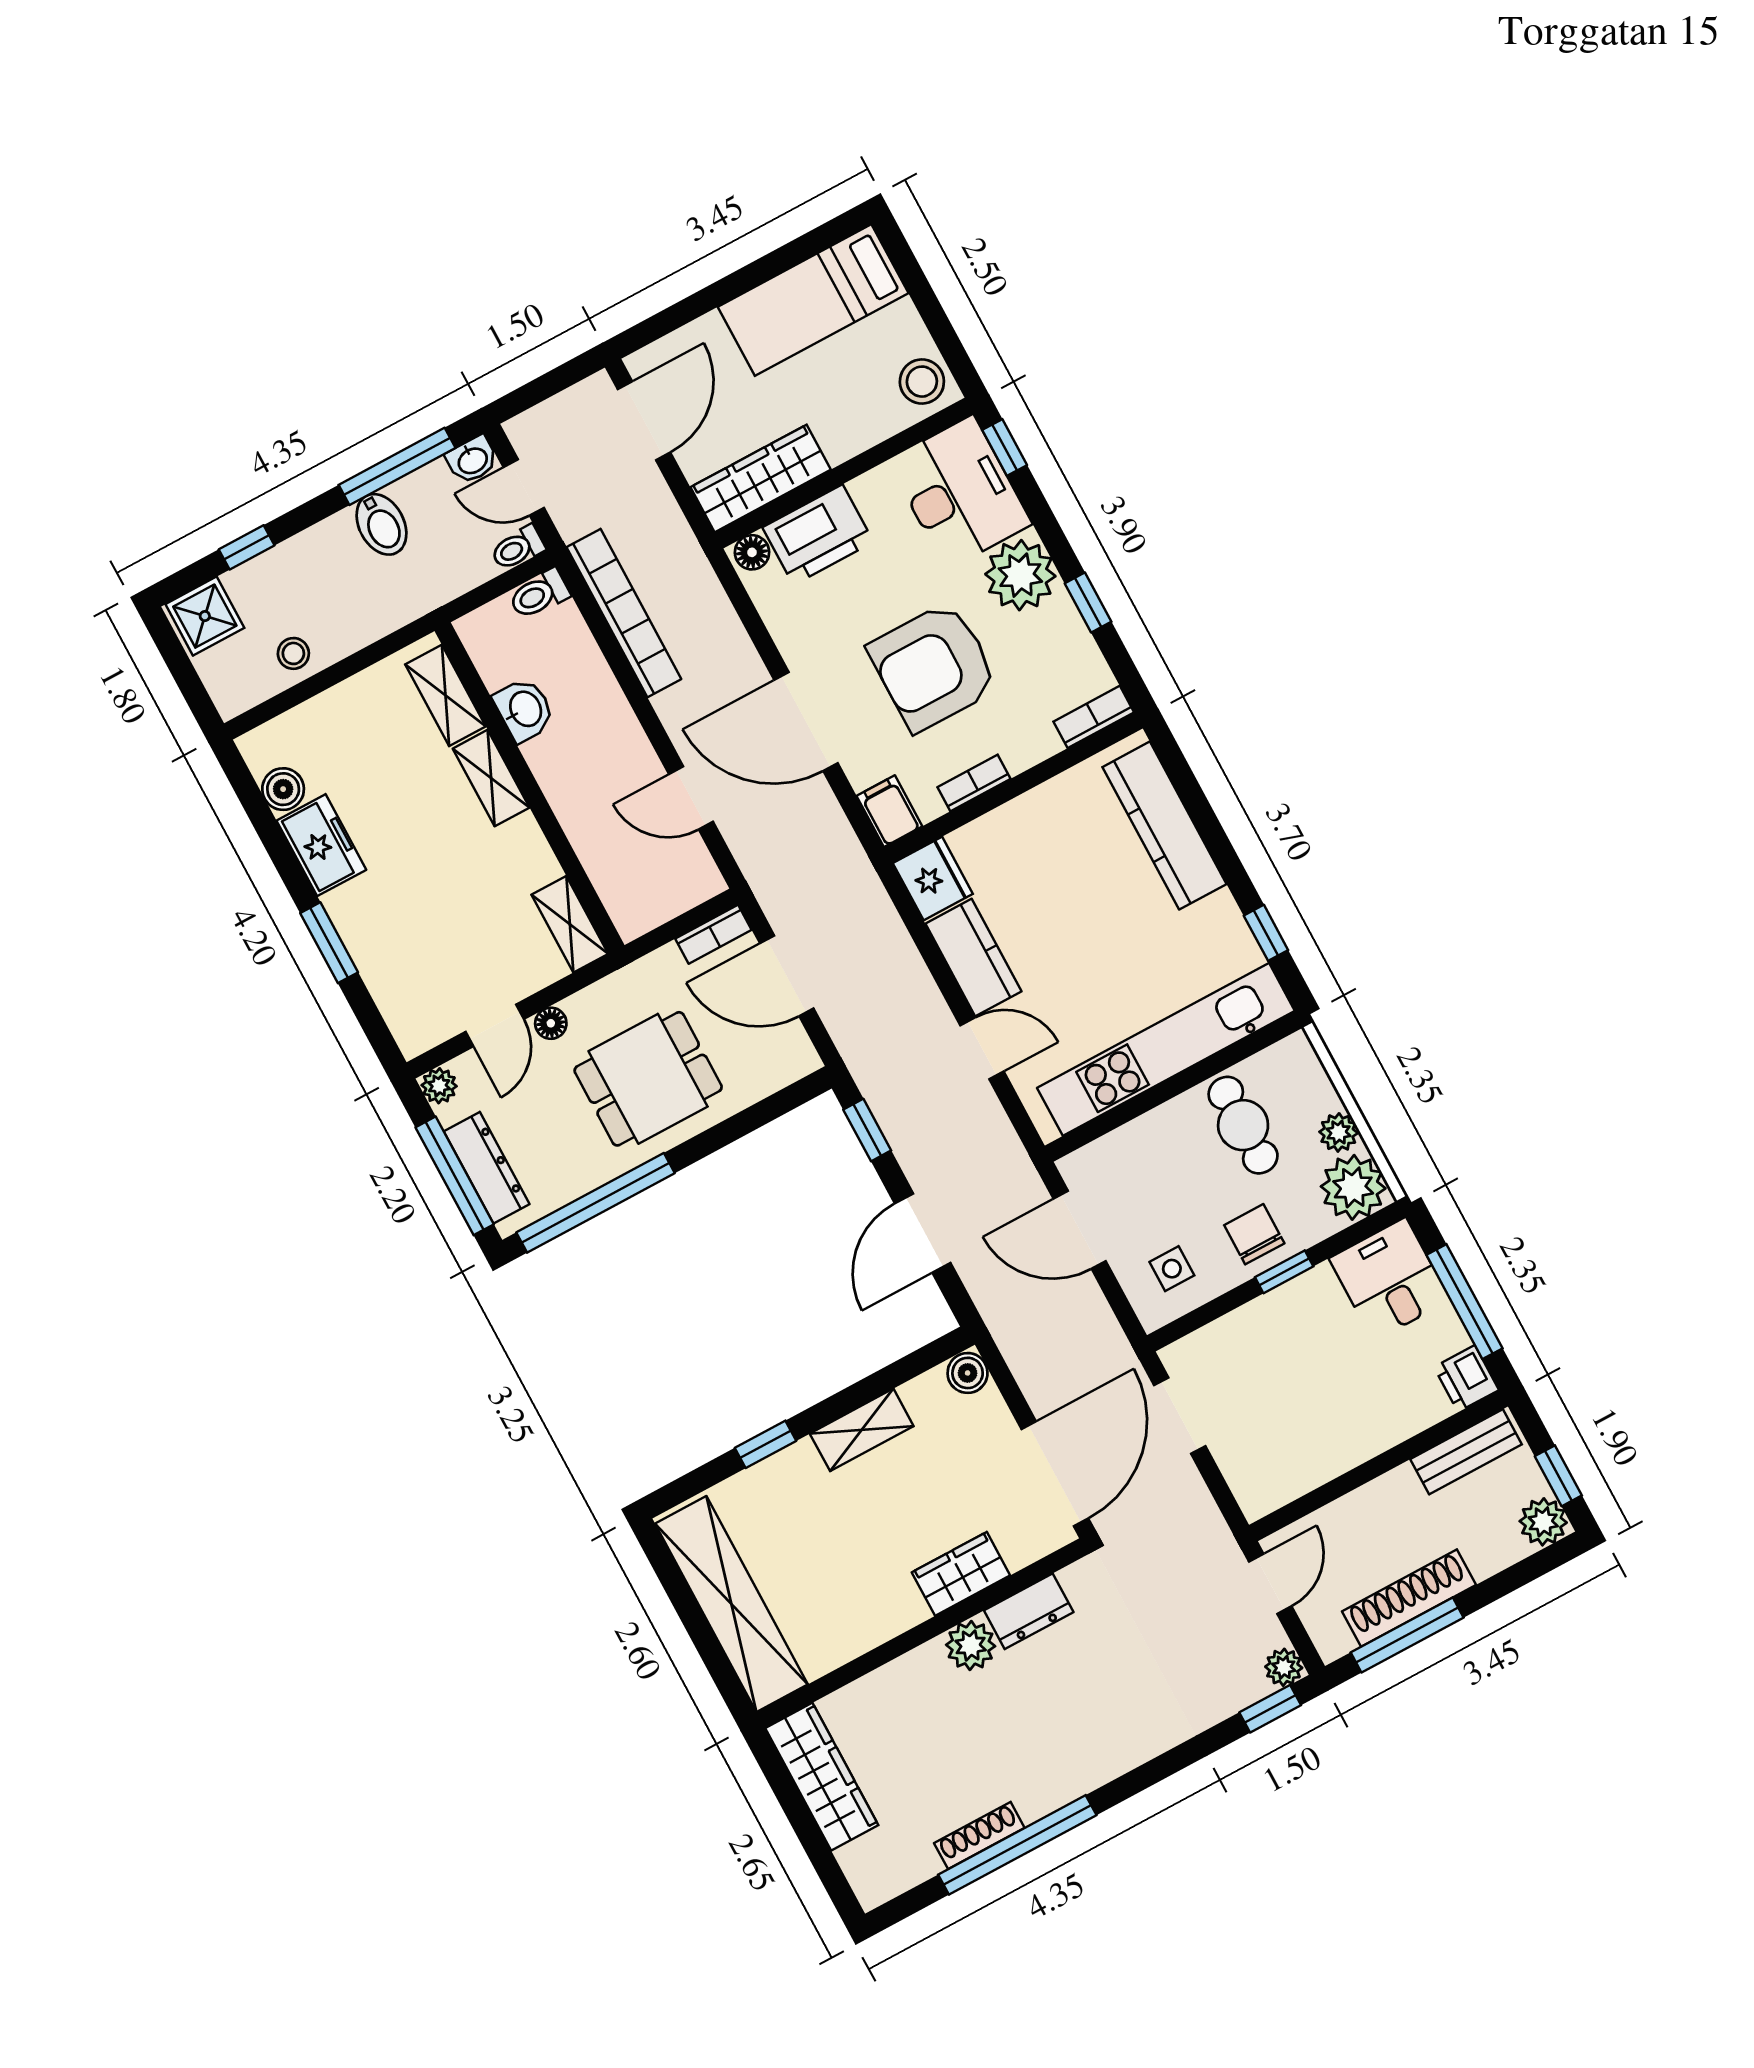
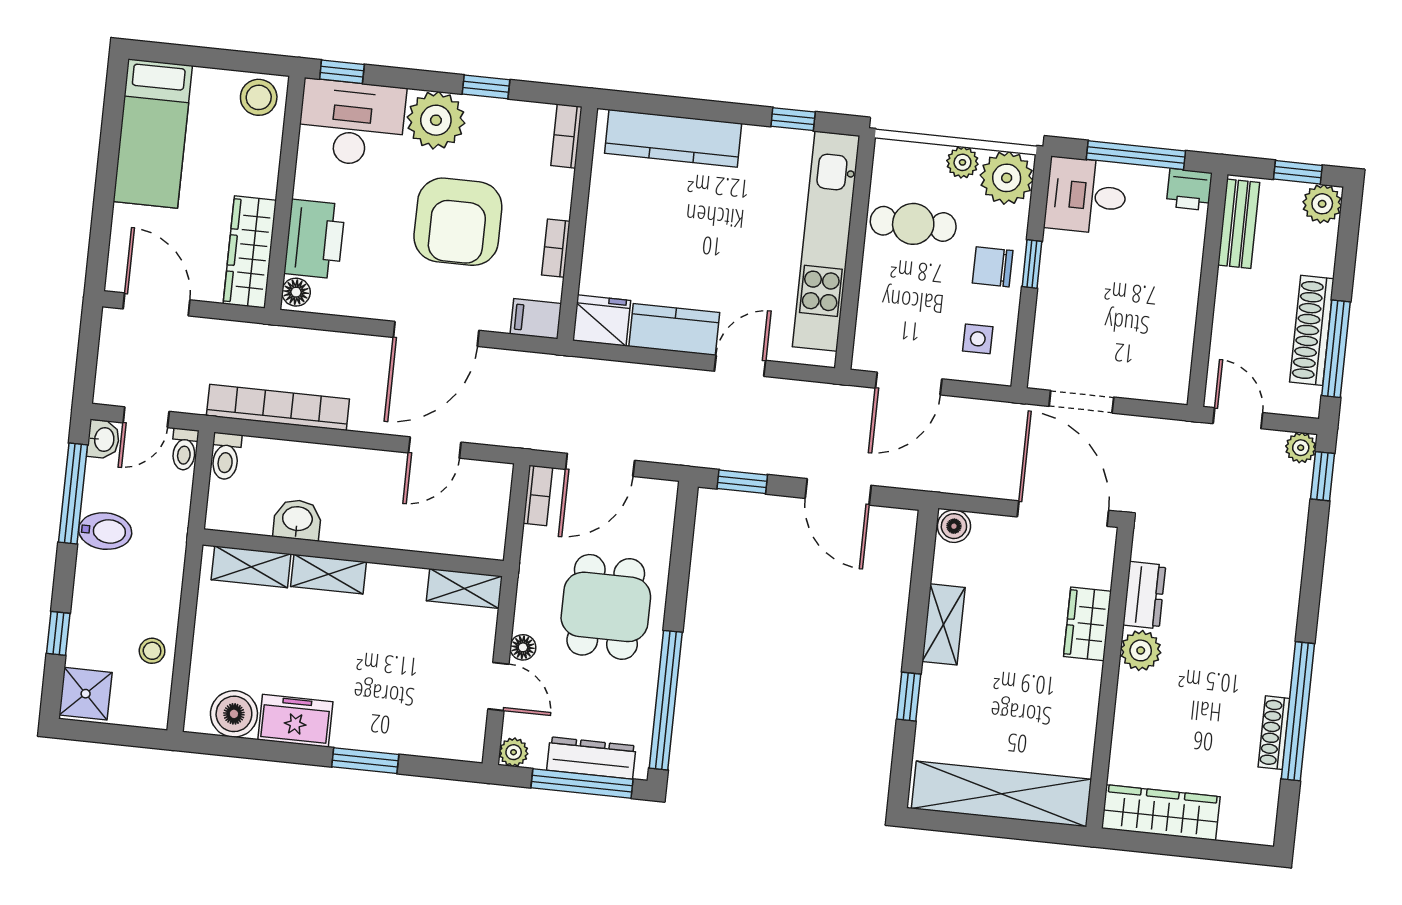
boiler: (283, 789) -> (234, 714), width x1.36, depth x1.36

